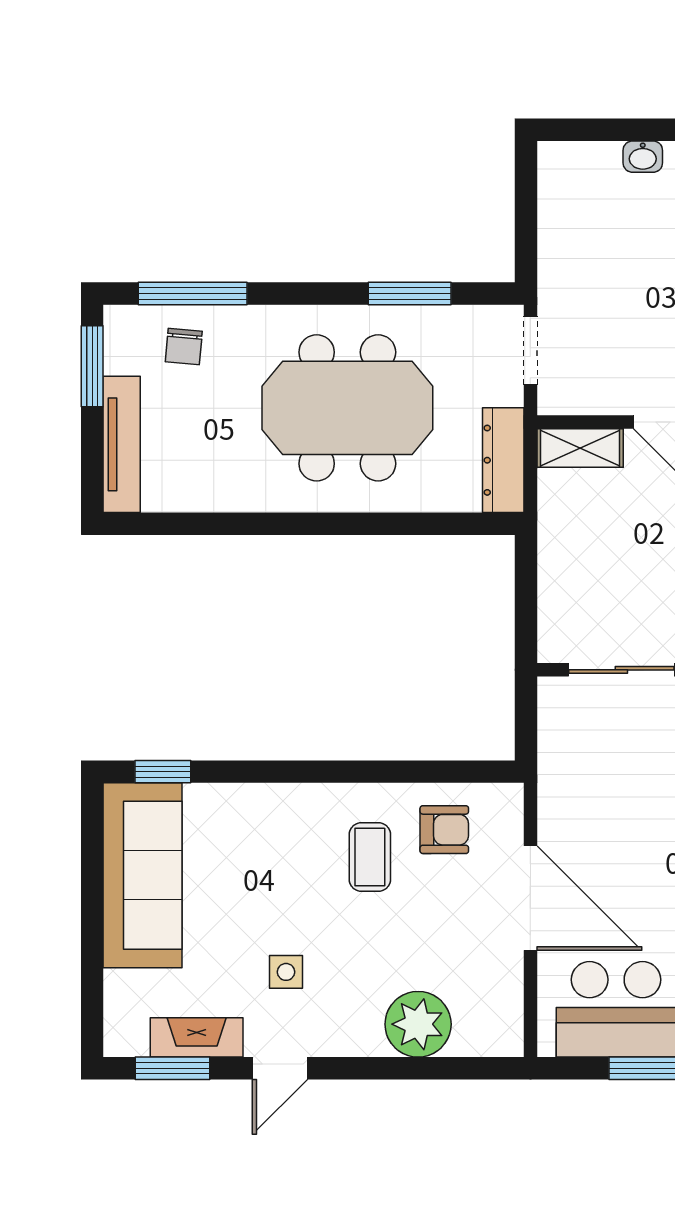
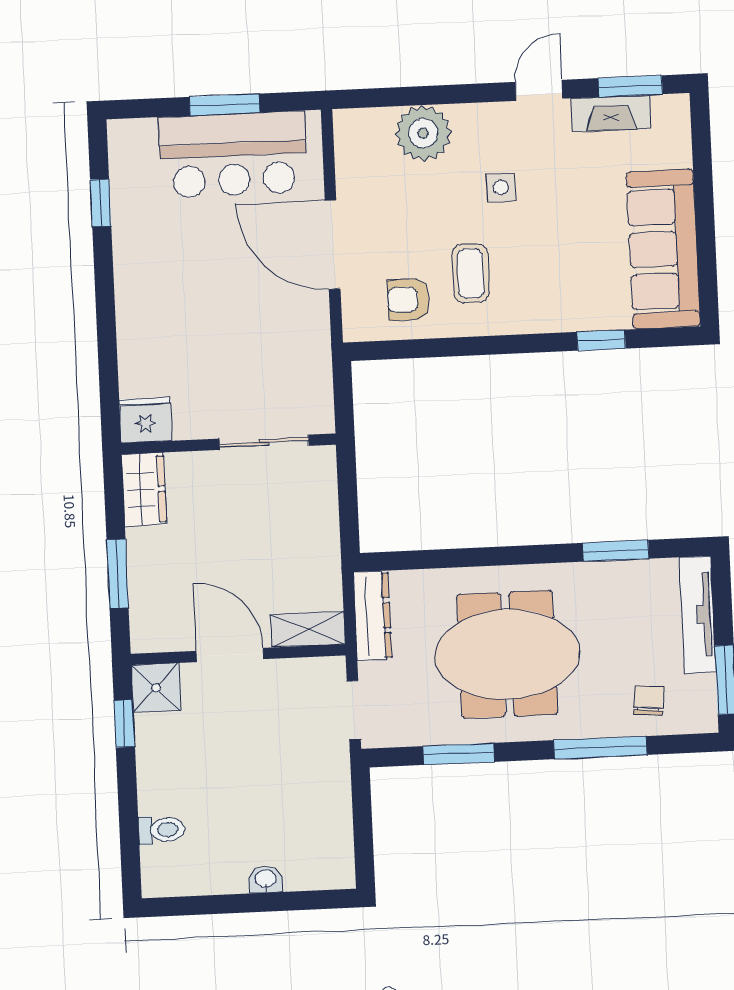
window: (193, 294) -> (600, 748), moved
window: (214, 524) -> (616, 551), added
window: (163, 772) -> (601, 340), moved
side table: (286, 972) -> (501, 187), moved

